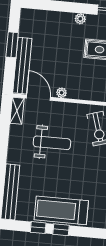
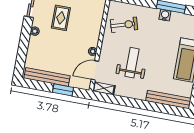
window: (12, 45) -> (63, 90), moved
bench: (22, 66) -> (47, 77), moved

